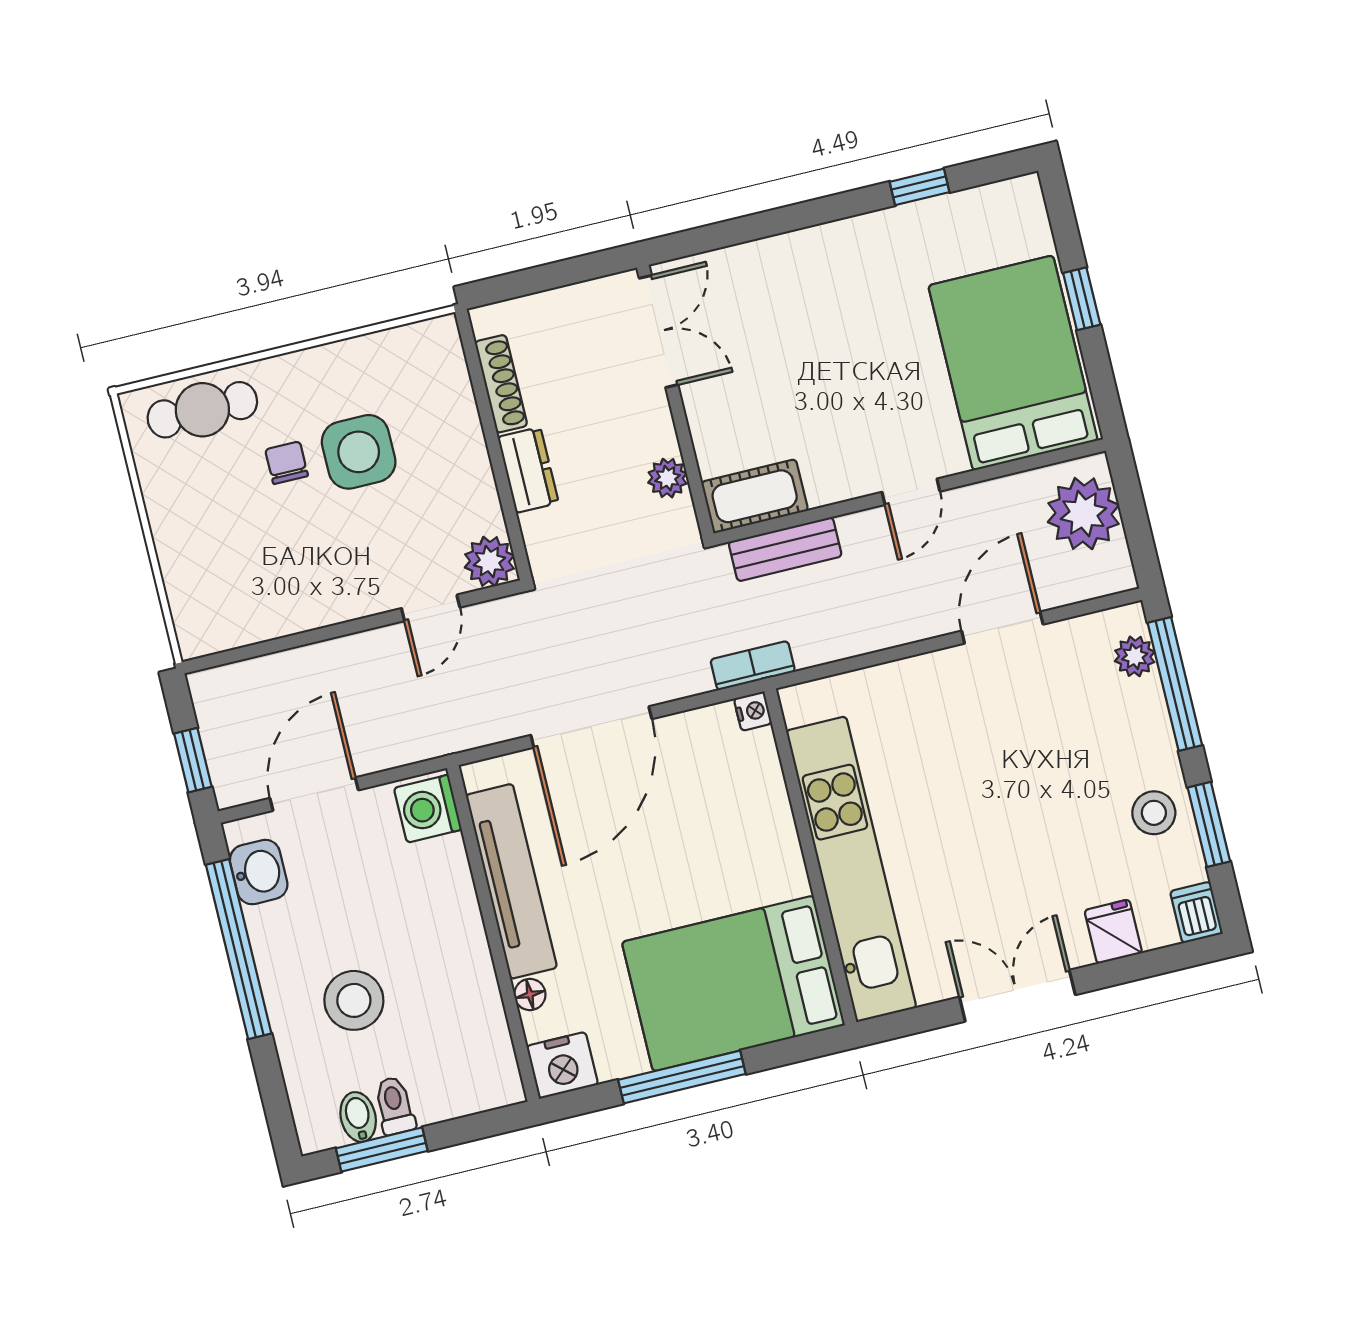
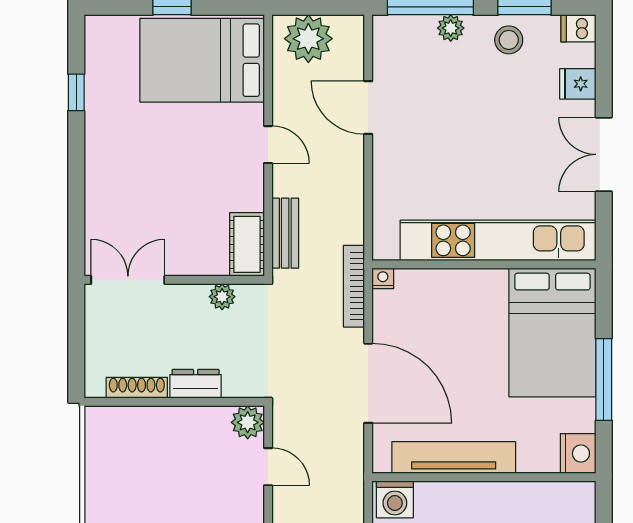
side table: (359, 452) -> (158, 488), removed
plant: (1135, 656) -> (451, 28), moved
bookcase: (753, 666) -> (354, 286), width x1.56
floor lamp: (530, 995) -> (528, 463), removed

